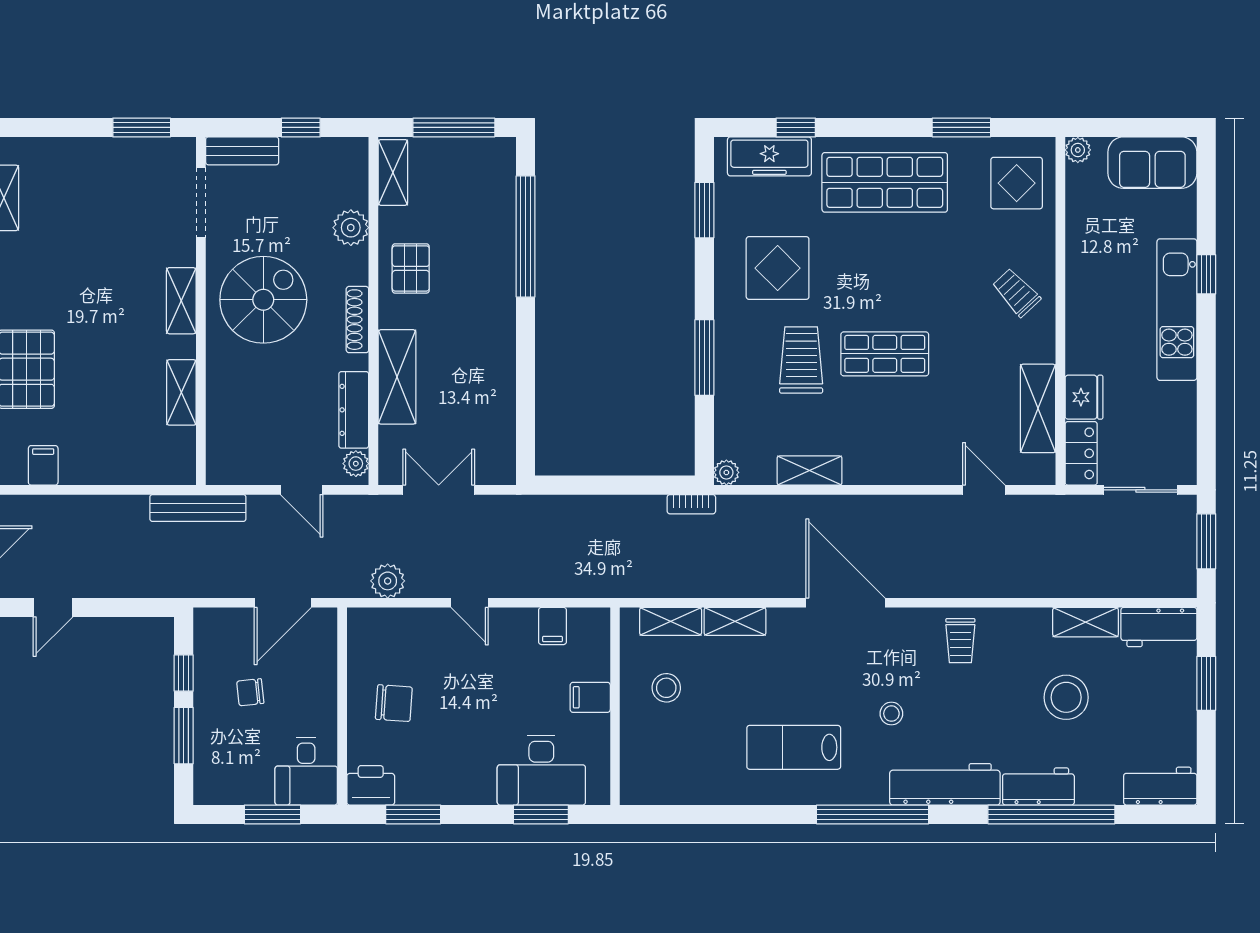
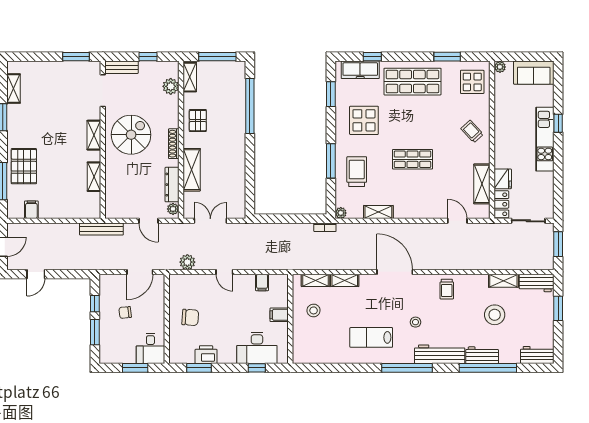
plant: (351, 228) -> (171, 86), moved
trolley: (801, 360) -> (357, 172), moved
printer: (371, 785) -> (206, 355), moved
window: (541, 814) -> (257, 368), width x0.67

